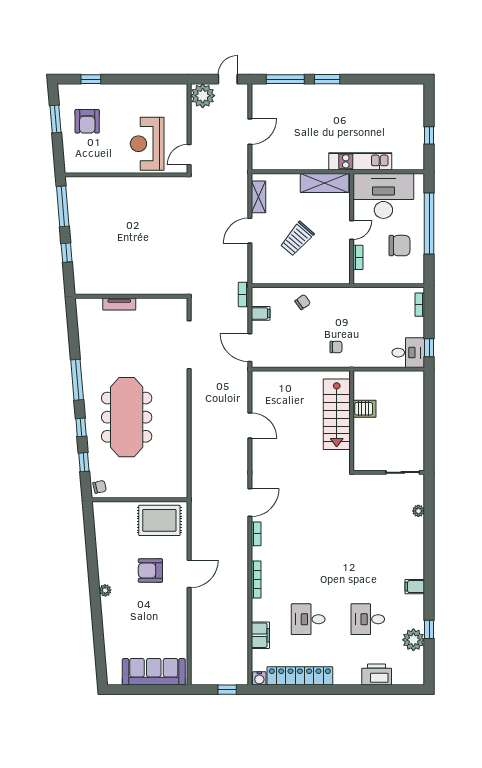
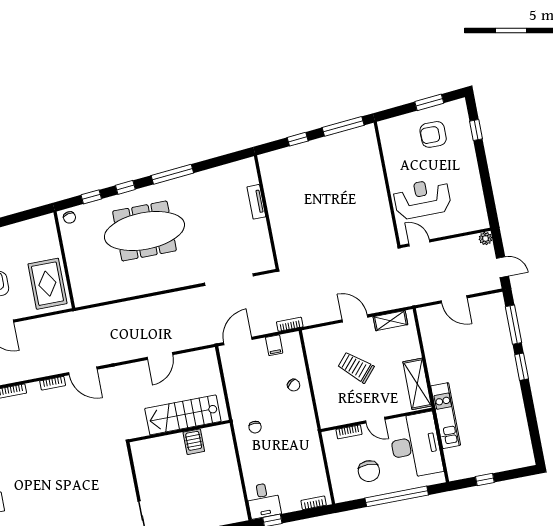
plant: (203, 96) -> (485, 238), width x0.53, depth x0.53
server rack: (365, 409) -> (194, 442), moved
stairs: (337, 414) -> (183, 415), moved
wall: (352, 421) -> (179, 431), moved

